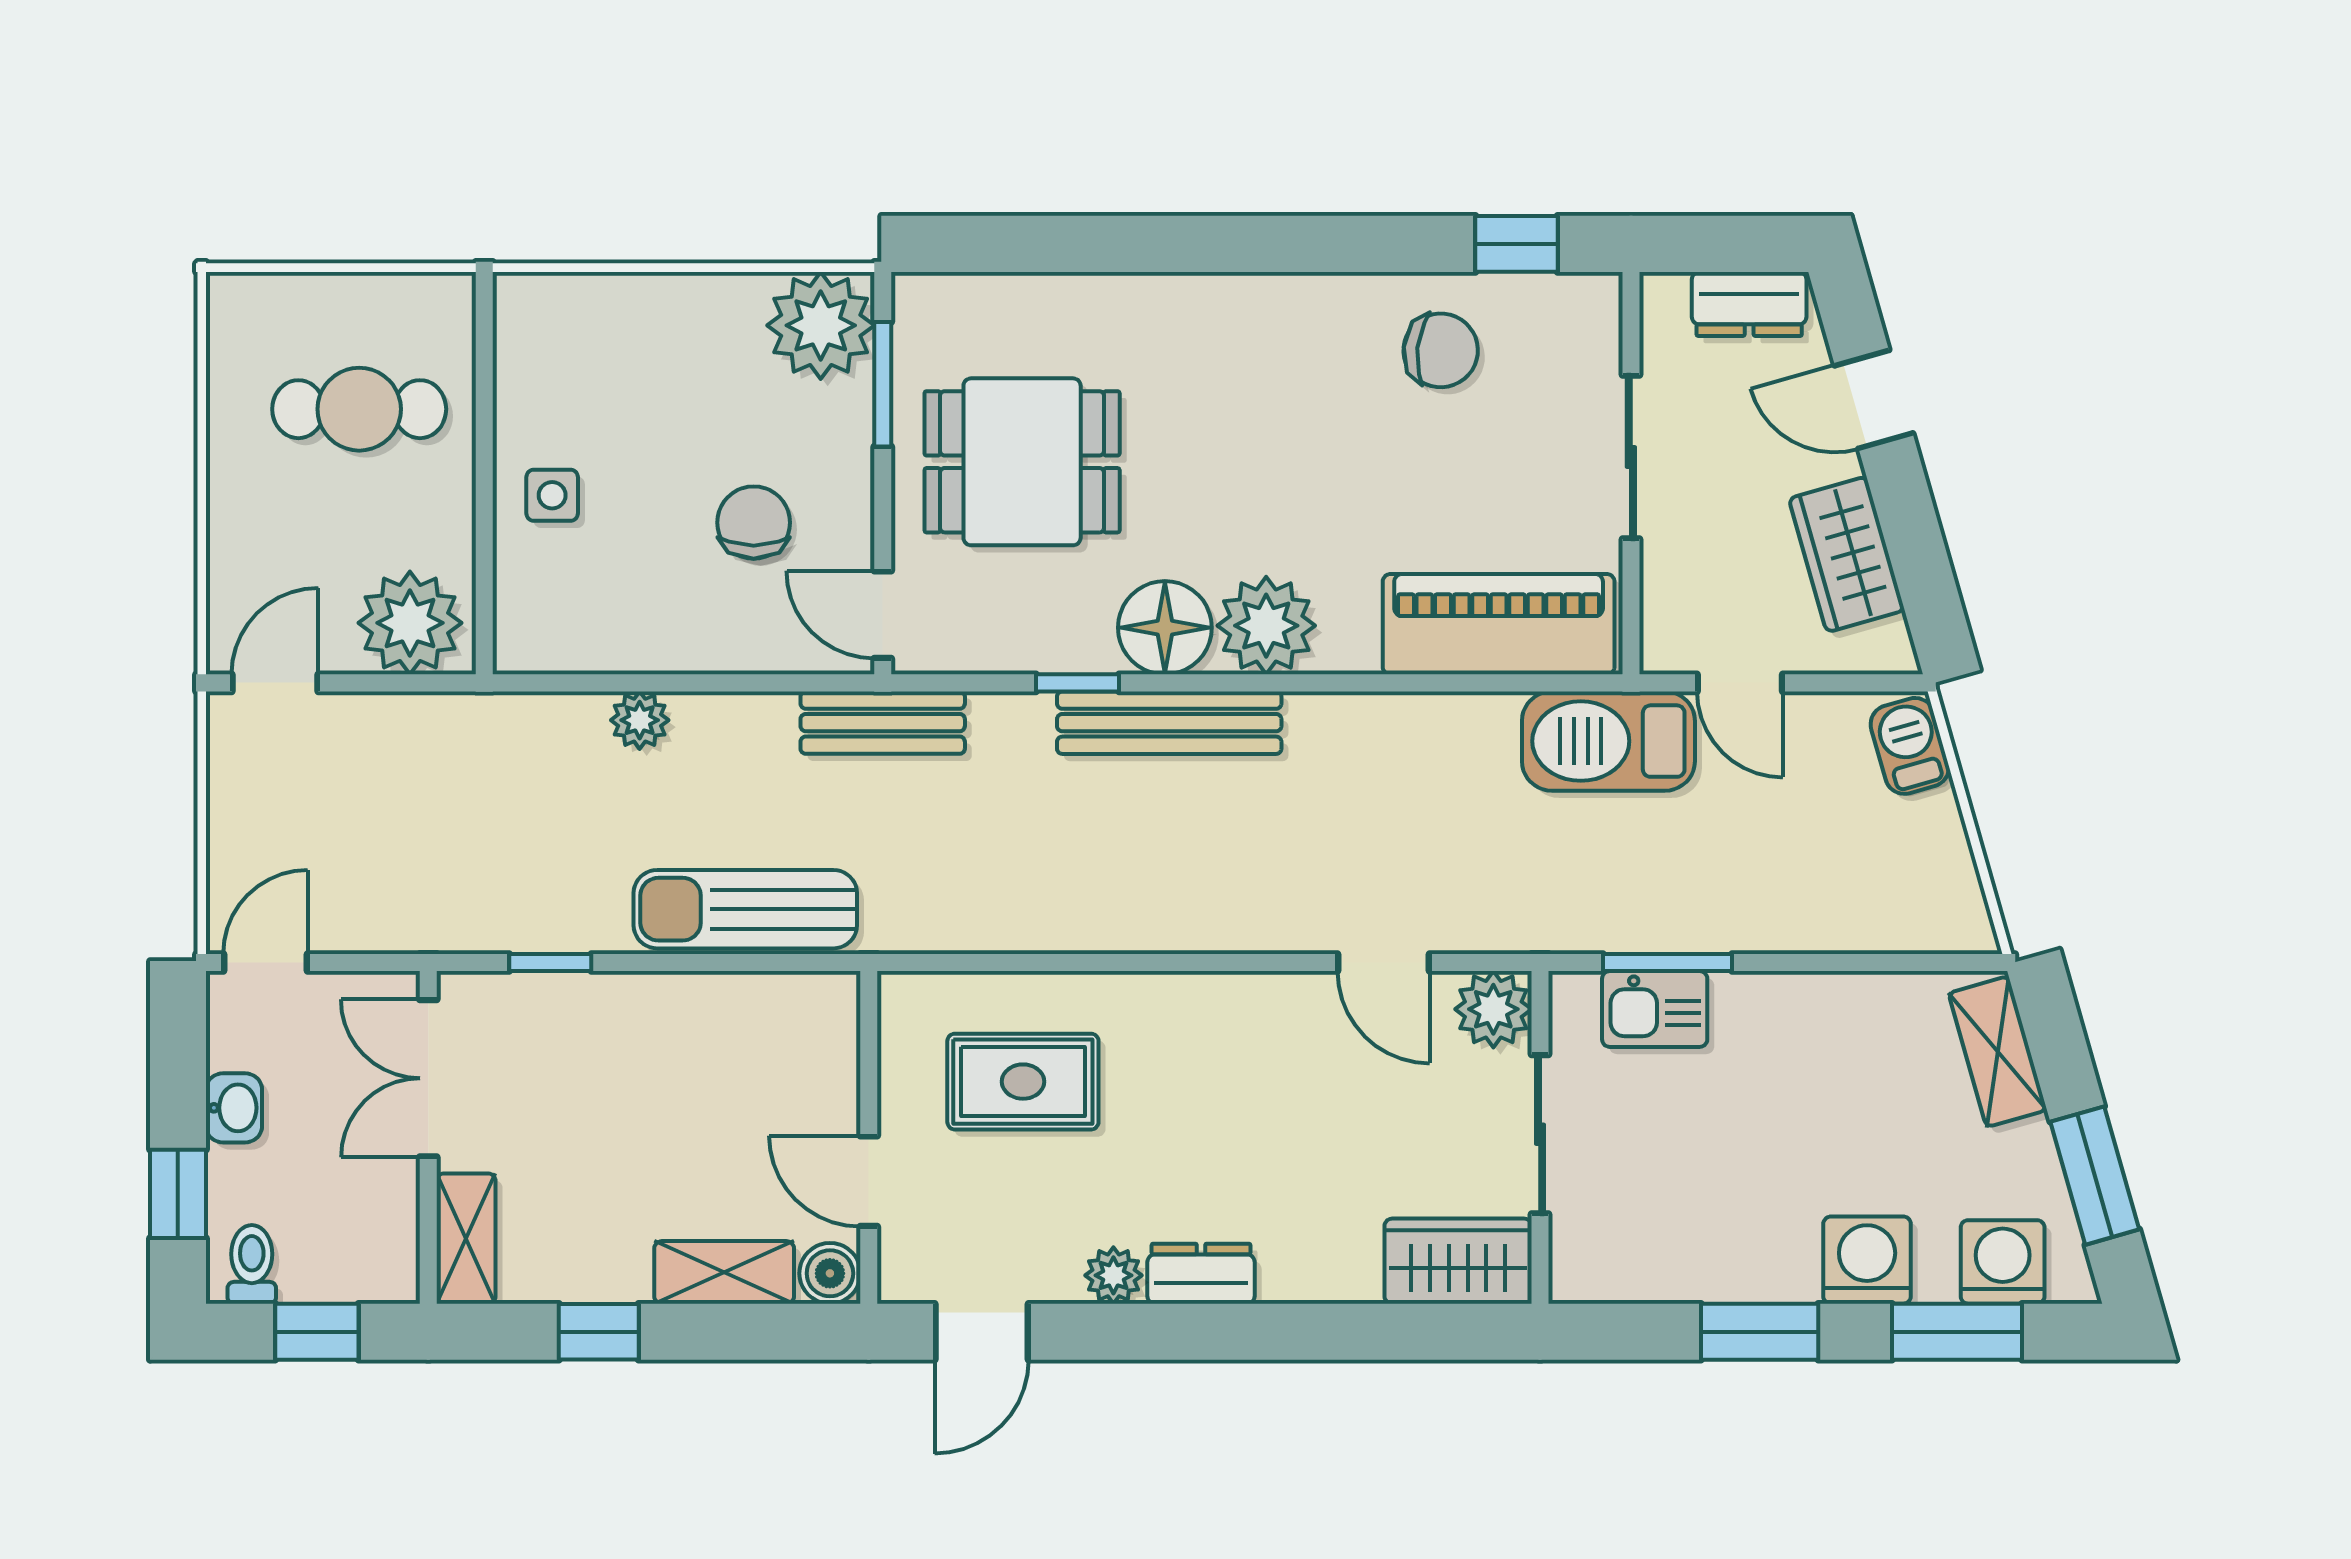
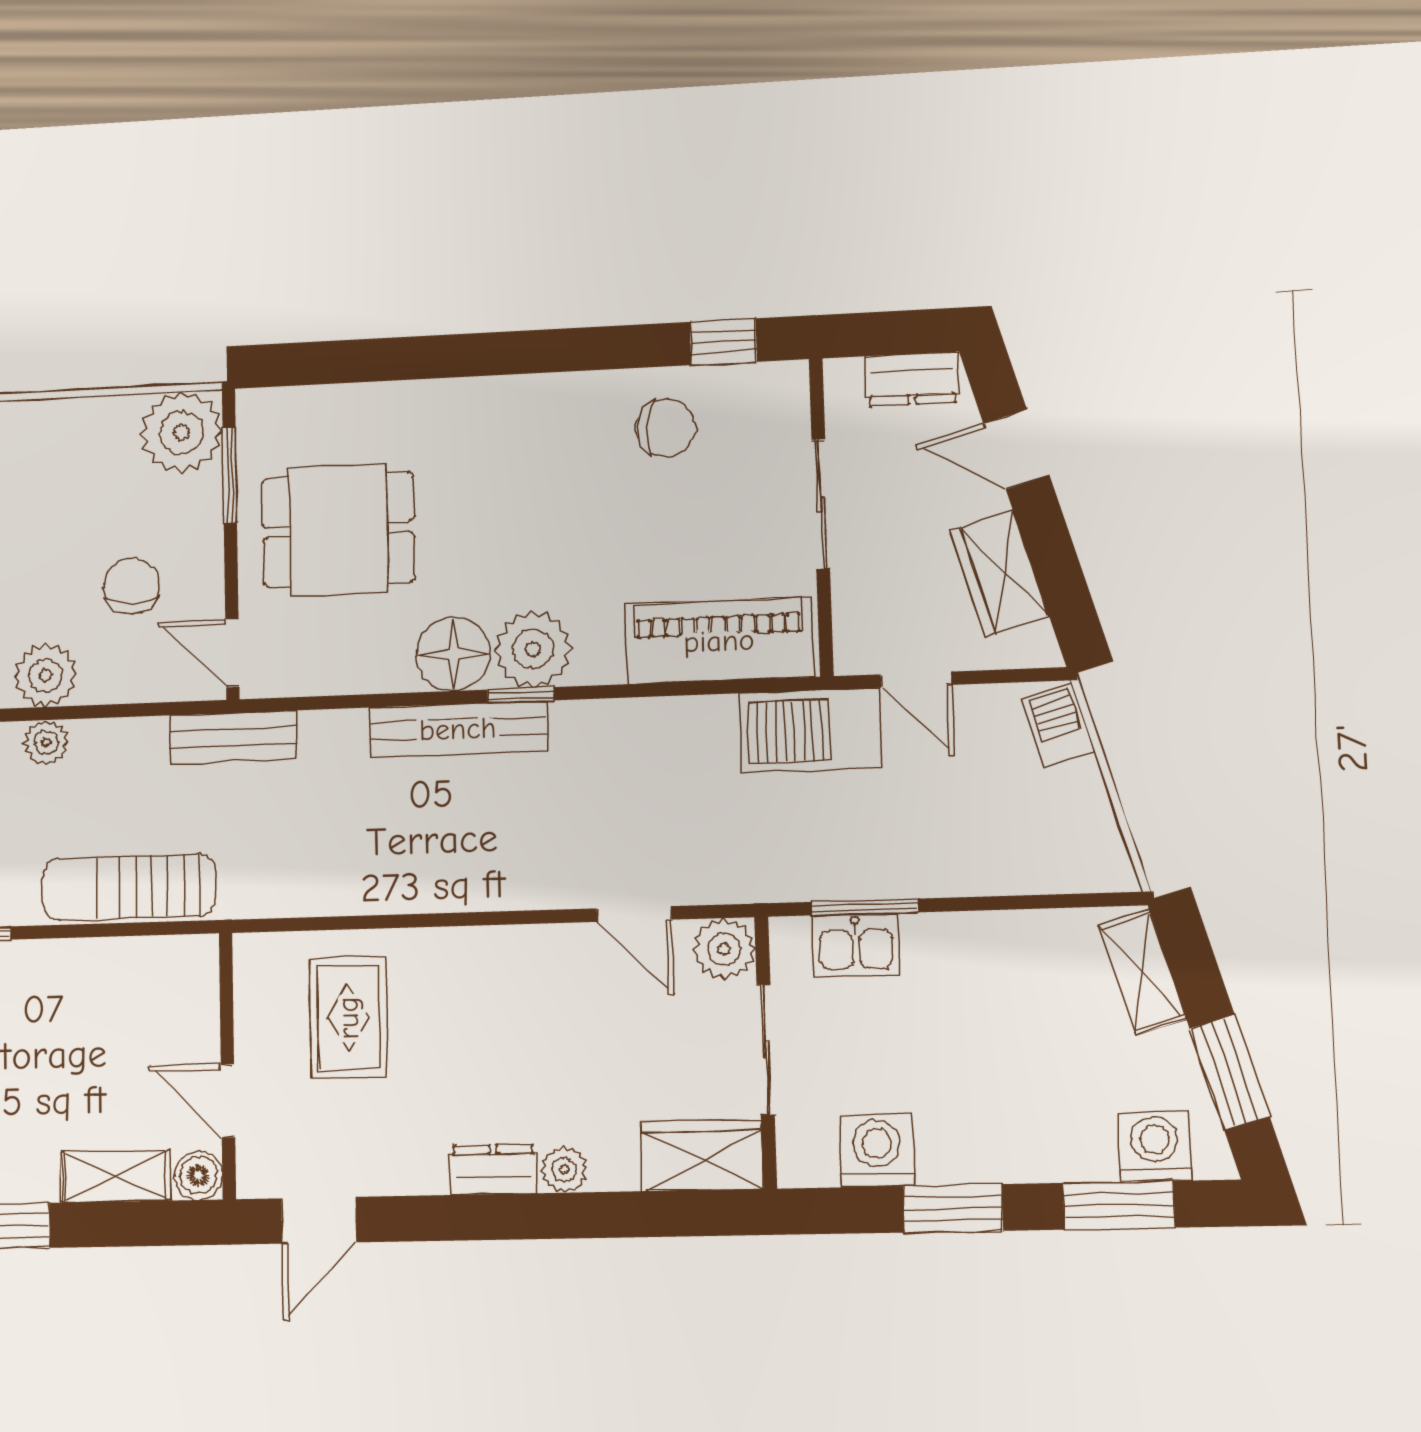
plant: (640, 633) -> (46, 675), added
window: (1078, 683) -> (521, 695), moved
rug: (1023, 1082) -> (348, 1018), turned 90
washing machine: (1867, 1260) -> (877, 1151), moved
plant: (1113, 1275) -> (564, 1170), moved

